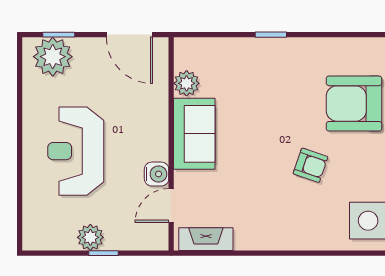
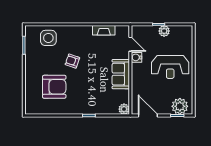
plant: (187, 83) -> (124, 109), moved
reception desk: (76, 151) -> (170, 67), turned 90
door: (171, 206) -> (130, 44), hinge flipped
fireplace: (206, 239) -> (104, 30), moved

